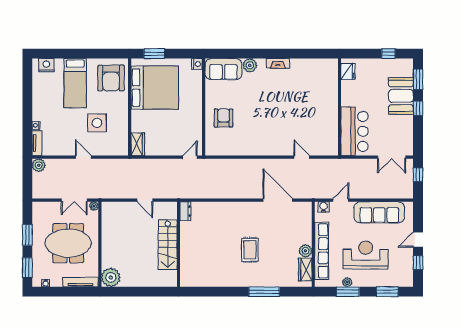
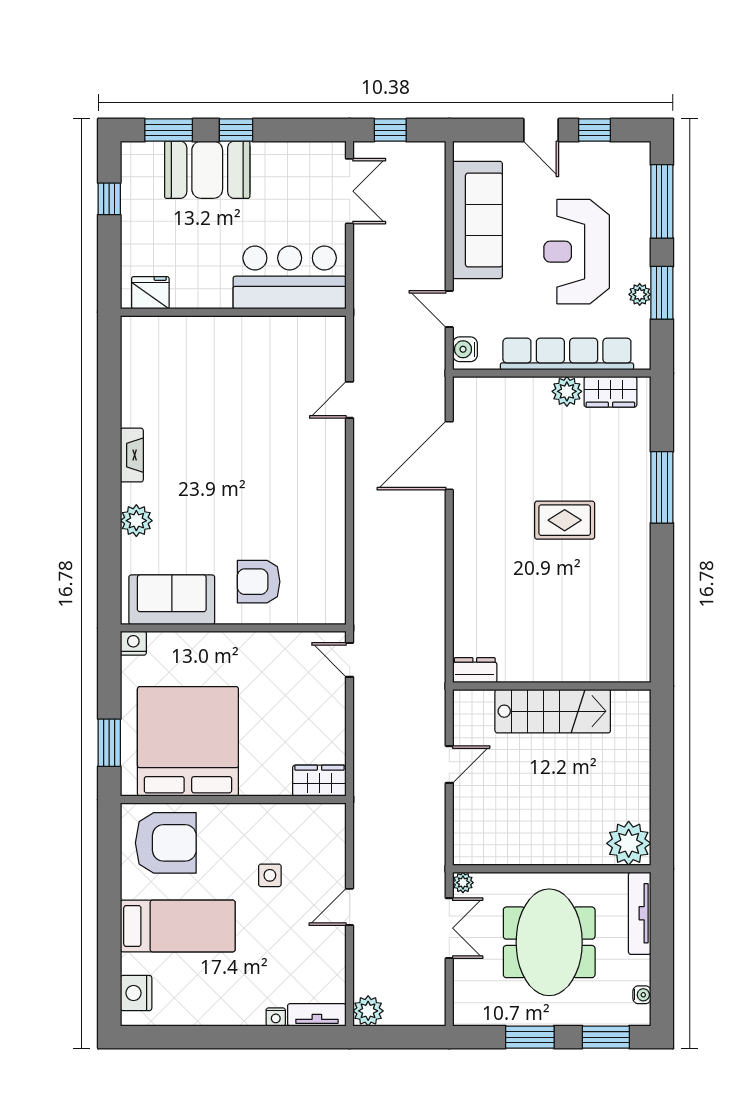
sofa: (223, 69) -> (172, 600), moved, turned -90
side table: (97, 123) -> (270, 875), width x0.54, depth x0.54
window: (387, 292) -> (662, 201), width x1.44

